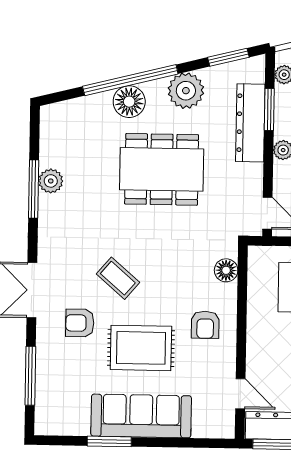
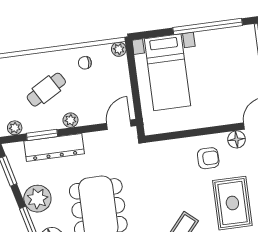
floor lamp: (226, 270) -> (237, 139), moved

